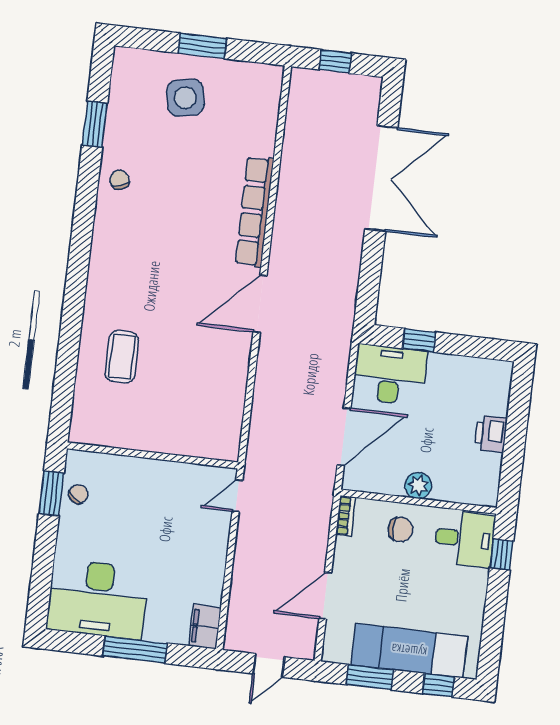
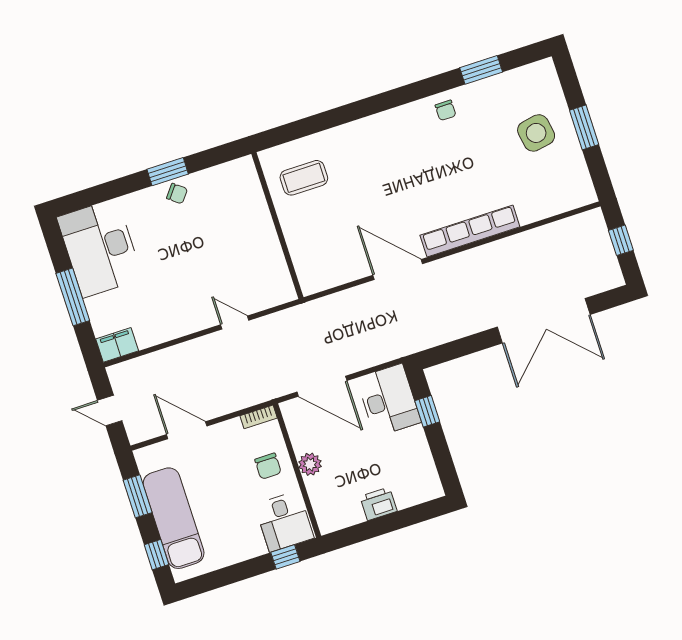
chair: (119, 180) -> (446, 110), turned 109
wall: (152, 455) -> (277, 225), moved

